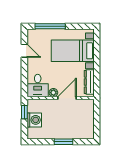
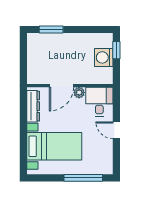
door: (24, 51) -> (116, 130), moved
window: (24, 112) -> (116, 50), moved
window: (64, 142) -> (51, 29), moved

